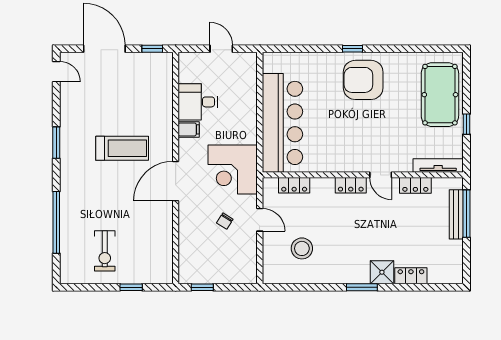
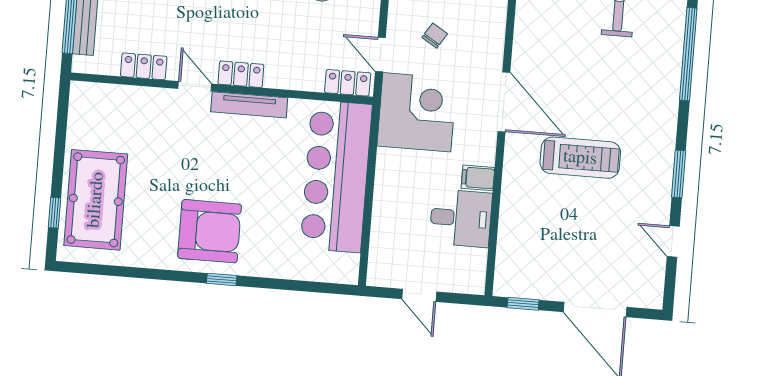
door: (56, 72) -> (673, 241), moved
window: (467, 124) -> (54, 213), moved
treadmill: (122, 148) -> (580, 158), turned 180
tv unit: (438, 166) -> (249, 105), moved
door: (176, 181) -> (504, 102), hinge flipped
locker: (294, 185) -> (348, 83), moved
door: (260, 220) -> (380, 55), moved

